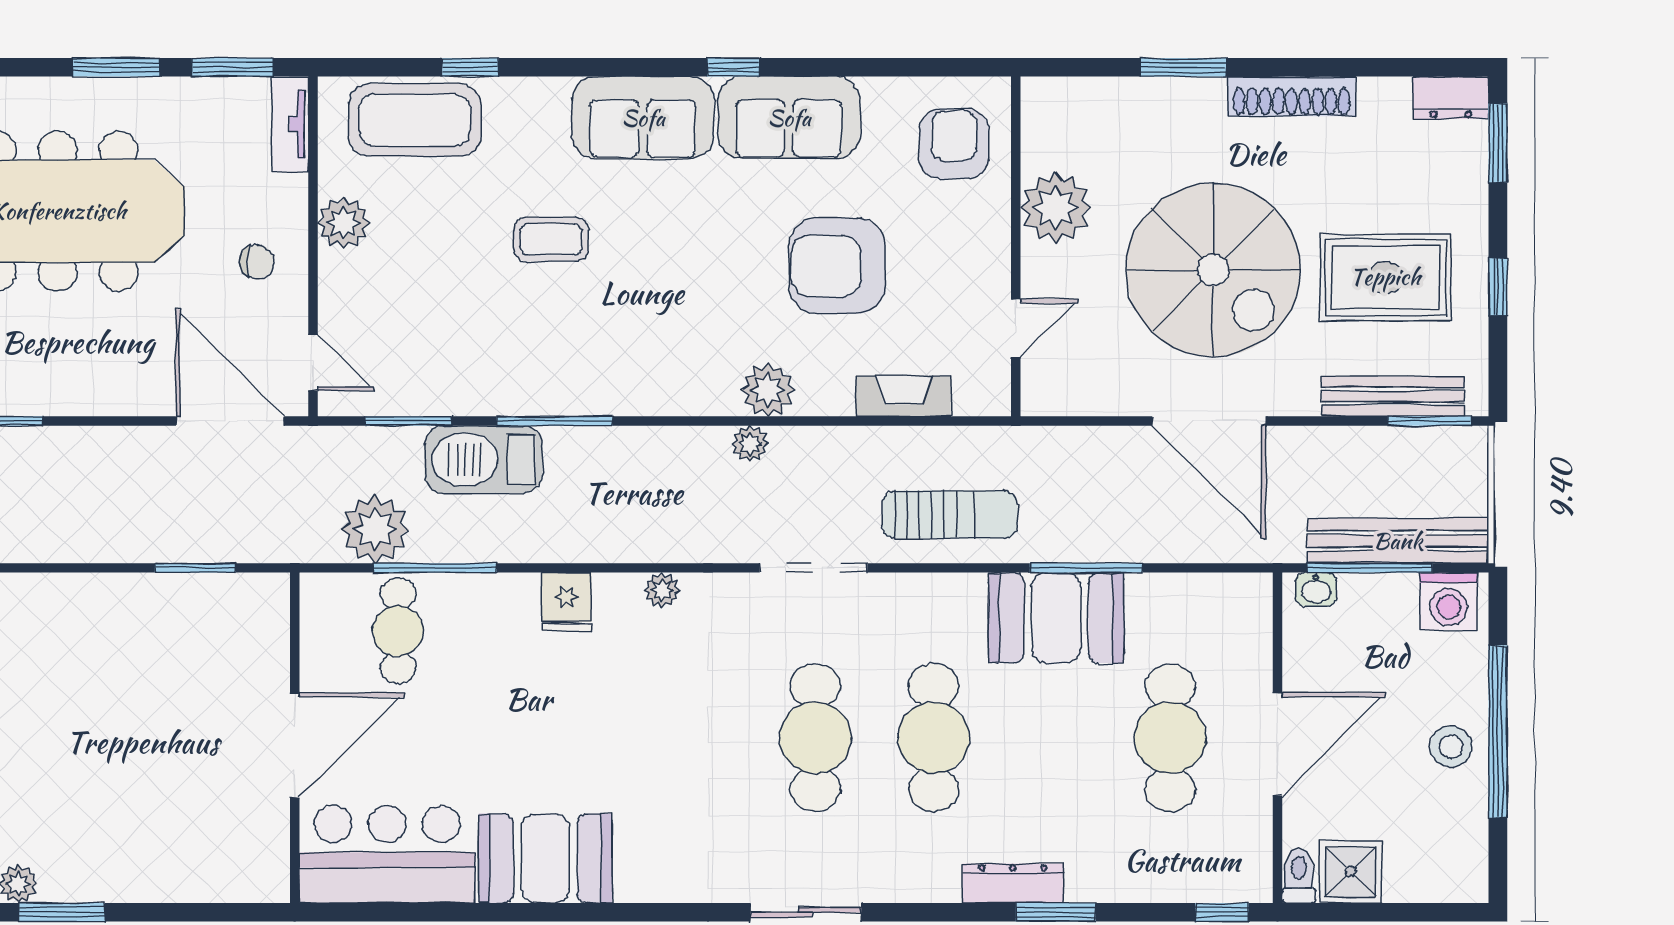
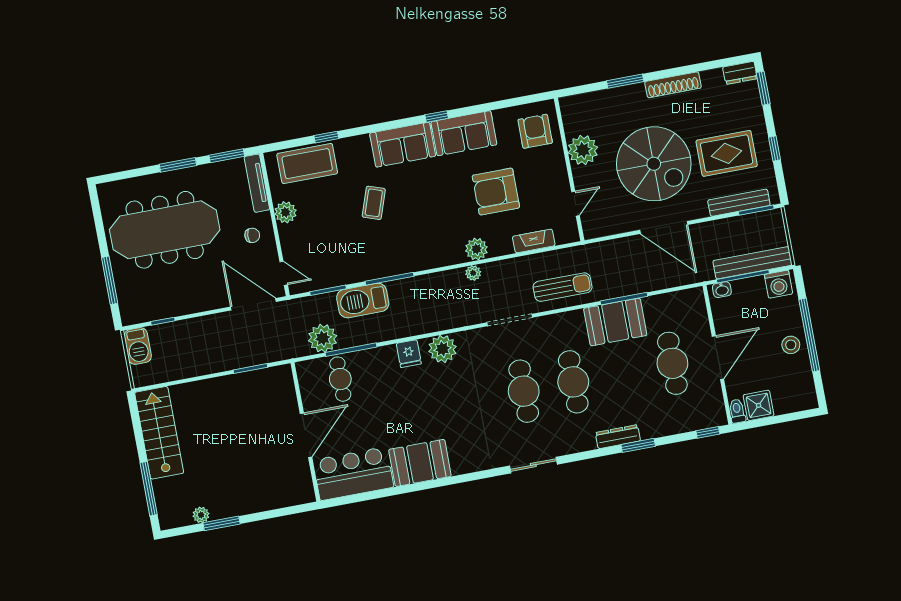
tv unit: (290, 124) -> (257, 183), width x1.41
coffee table: (551, 239) -> (374, 203), turned -71
plant: (662, 590) -> (443, 349), width x1.87, depth x1.87

